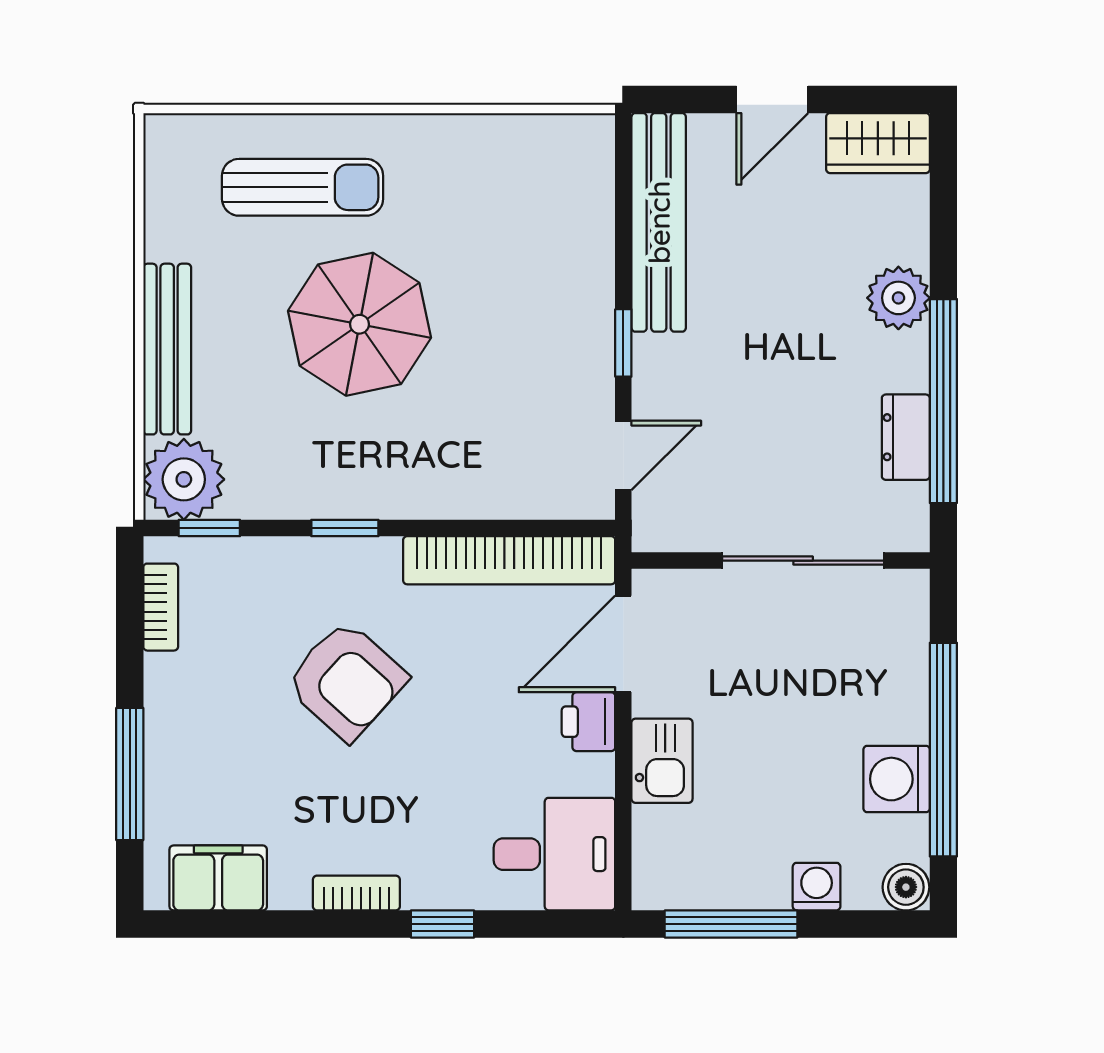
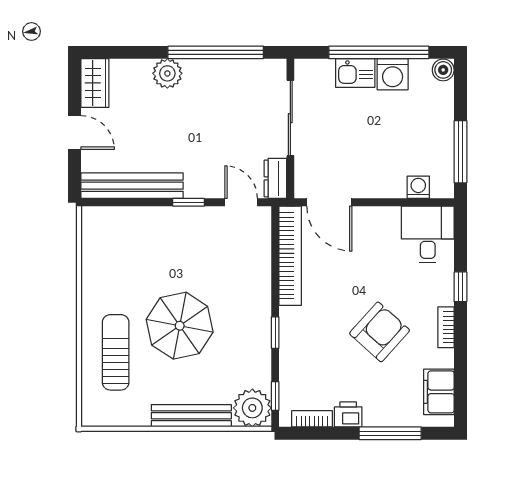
dresser: (906, 437) -> (275, 178), moved, turned 90
armchair: (346, 680) -> (380, 332), moved
printer: (588, 722) -> (348, 414), moved, turned 180
kitchen sink: (662, 761) -> (355, 73), moved, turned 180
washing machine: (817, 887) -> (418, 187), moved, turned 90

